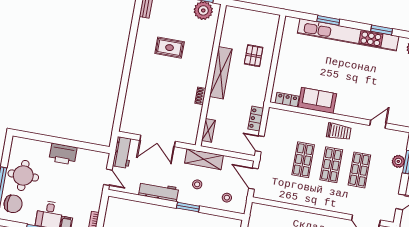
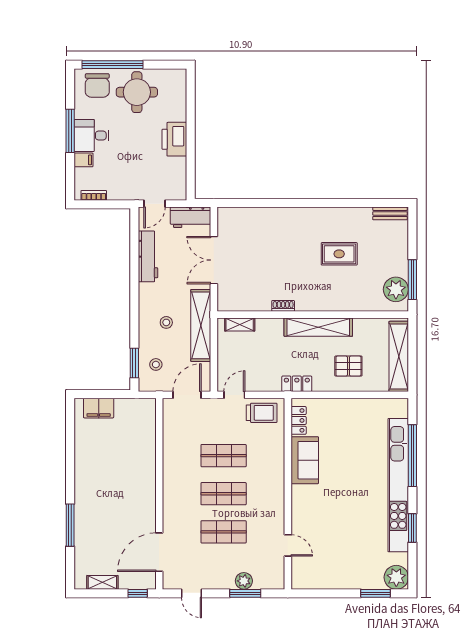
shelving: (253, 17) -> (399, 356), added
window: (328, 20) -> (412, 456), width x2.11
rug: (170, 48) -> (339, 254), turned 90
locker: (256, 119) -> (297, 384), moved
trolley: (339, 132) -> (262, 413), moved, turned -90
shelving: (204, 159) -> (201, 325), width x1.47
workbench: (159, 191) -> (148, 256), moved
window: (188, 207) -> (134, 363), moved

